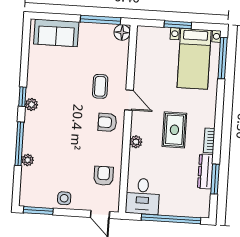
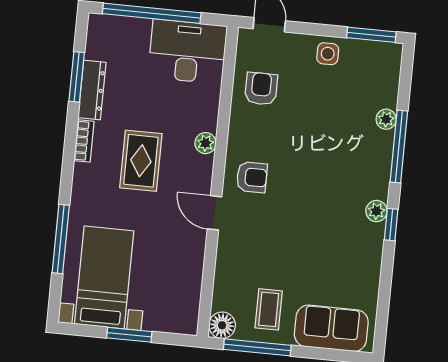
window: (223, 58) -> (61, 239), moved
coffee table: (100, 86) -> (269, 309), moved
armchair: (104, 176) -> (261, 89), turned 180
desk: (143, 196) -> (187, 52), width x1.37

